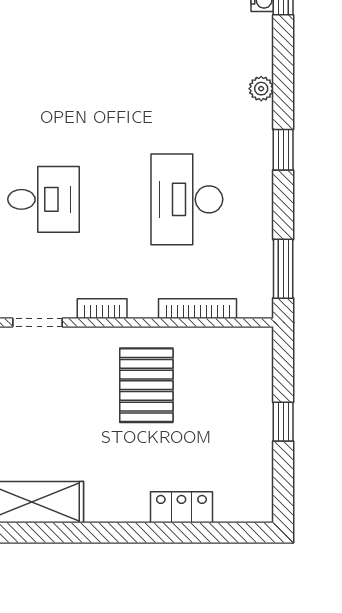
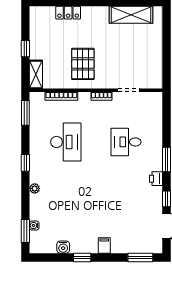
shelving: (258, 360) -> (36, 74), added

